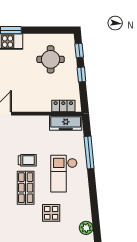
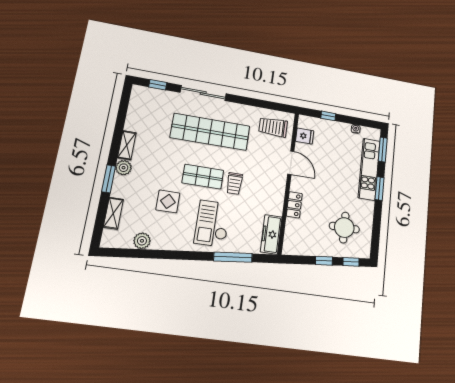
locker: (63, 106) -> (294, 205), moved
checkout: (64, 174) -> (212, 224), turned -90

